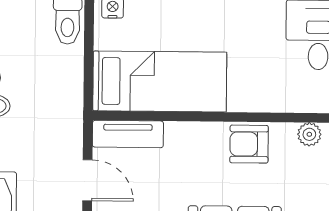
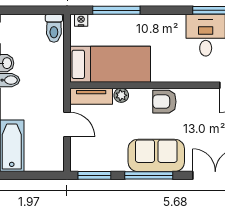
plant: (309, 134) -> (121, 95), moved

